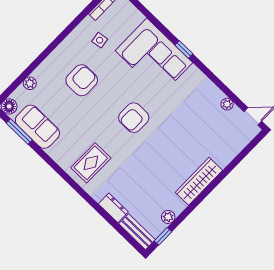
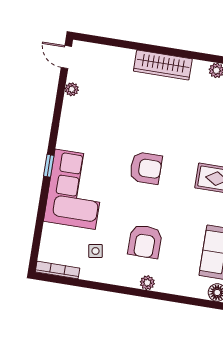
armchair: (82, 80) -> (145, 242), turned -90
plant: (30, 83) -> (147, 283), moved

